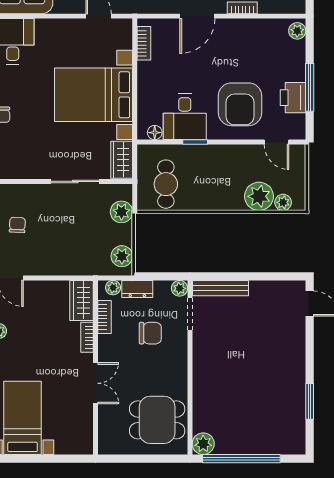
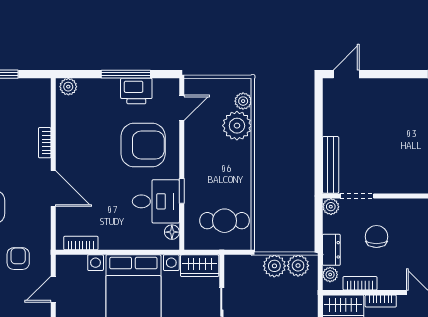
plant: (121, 212) -> (274, 266), moved

